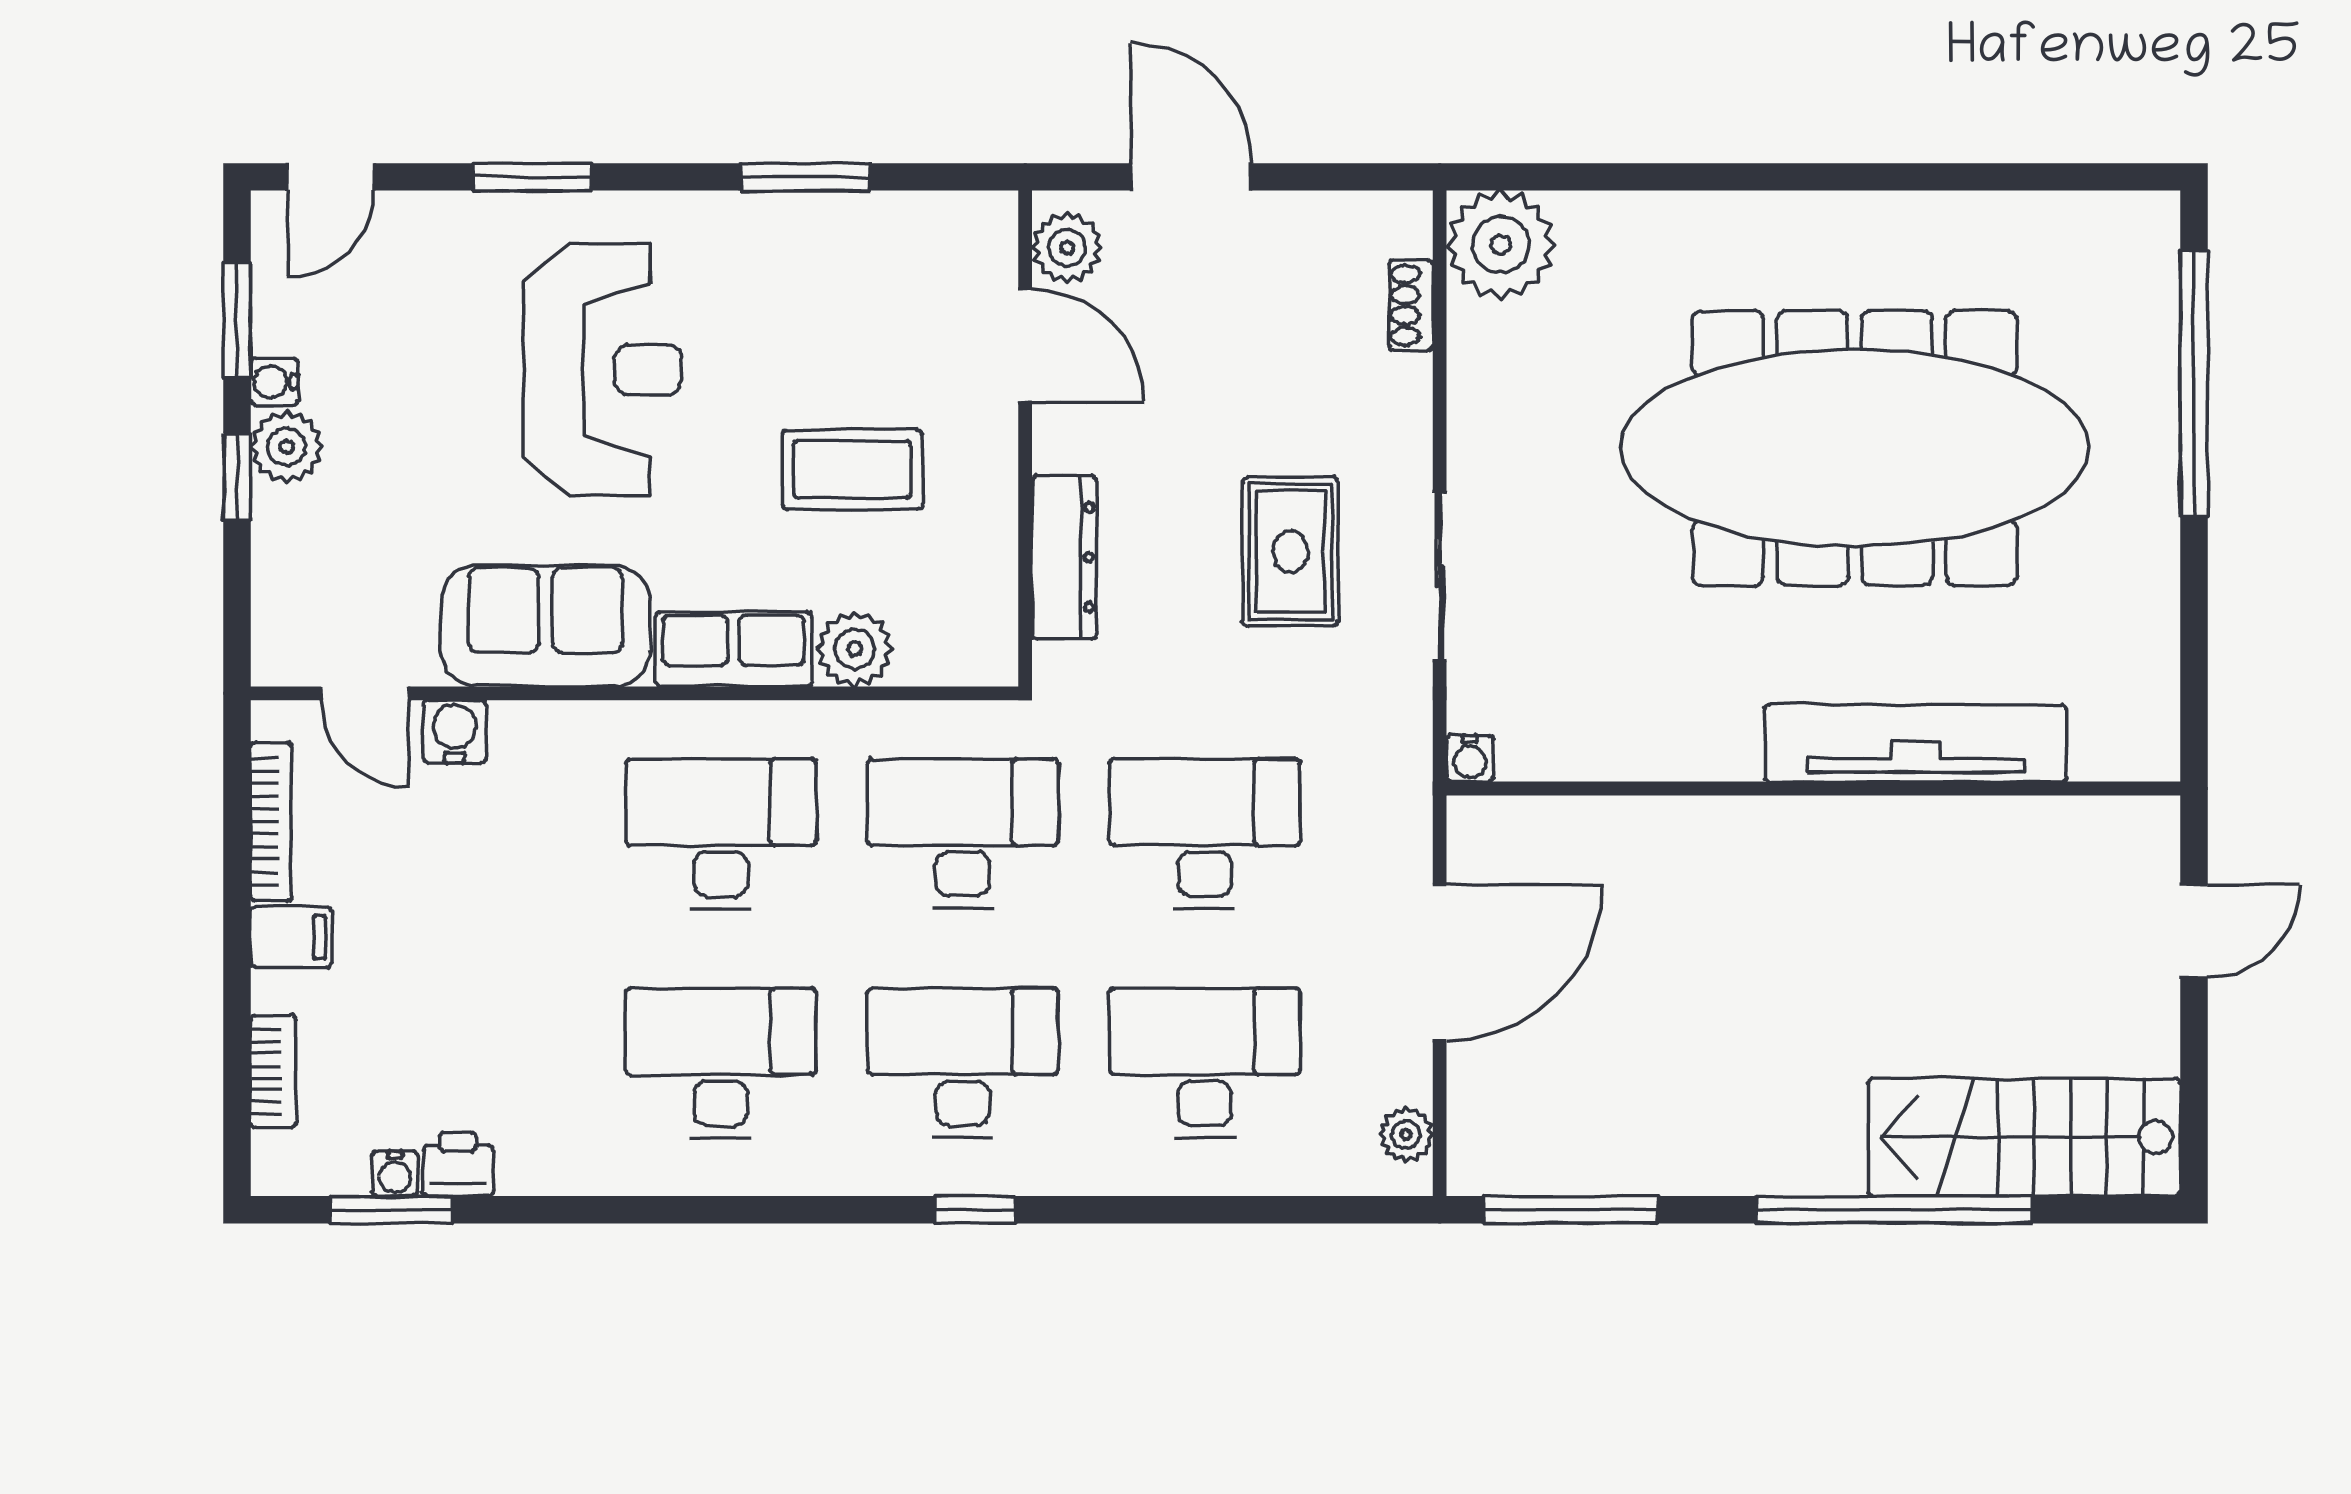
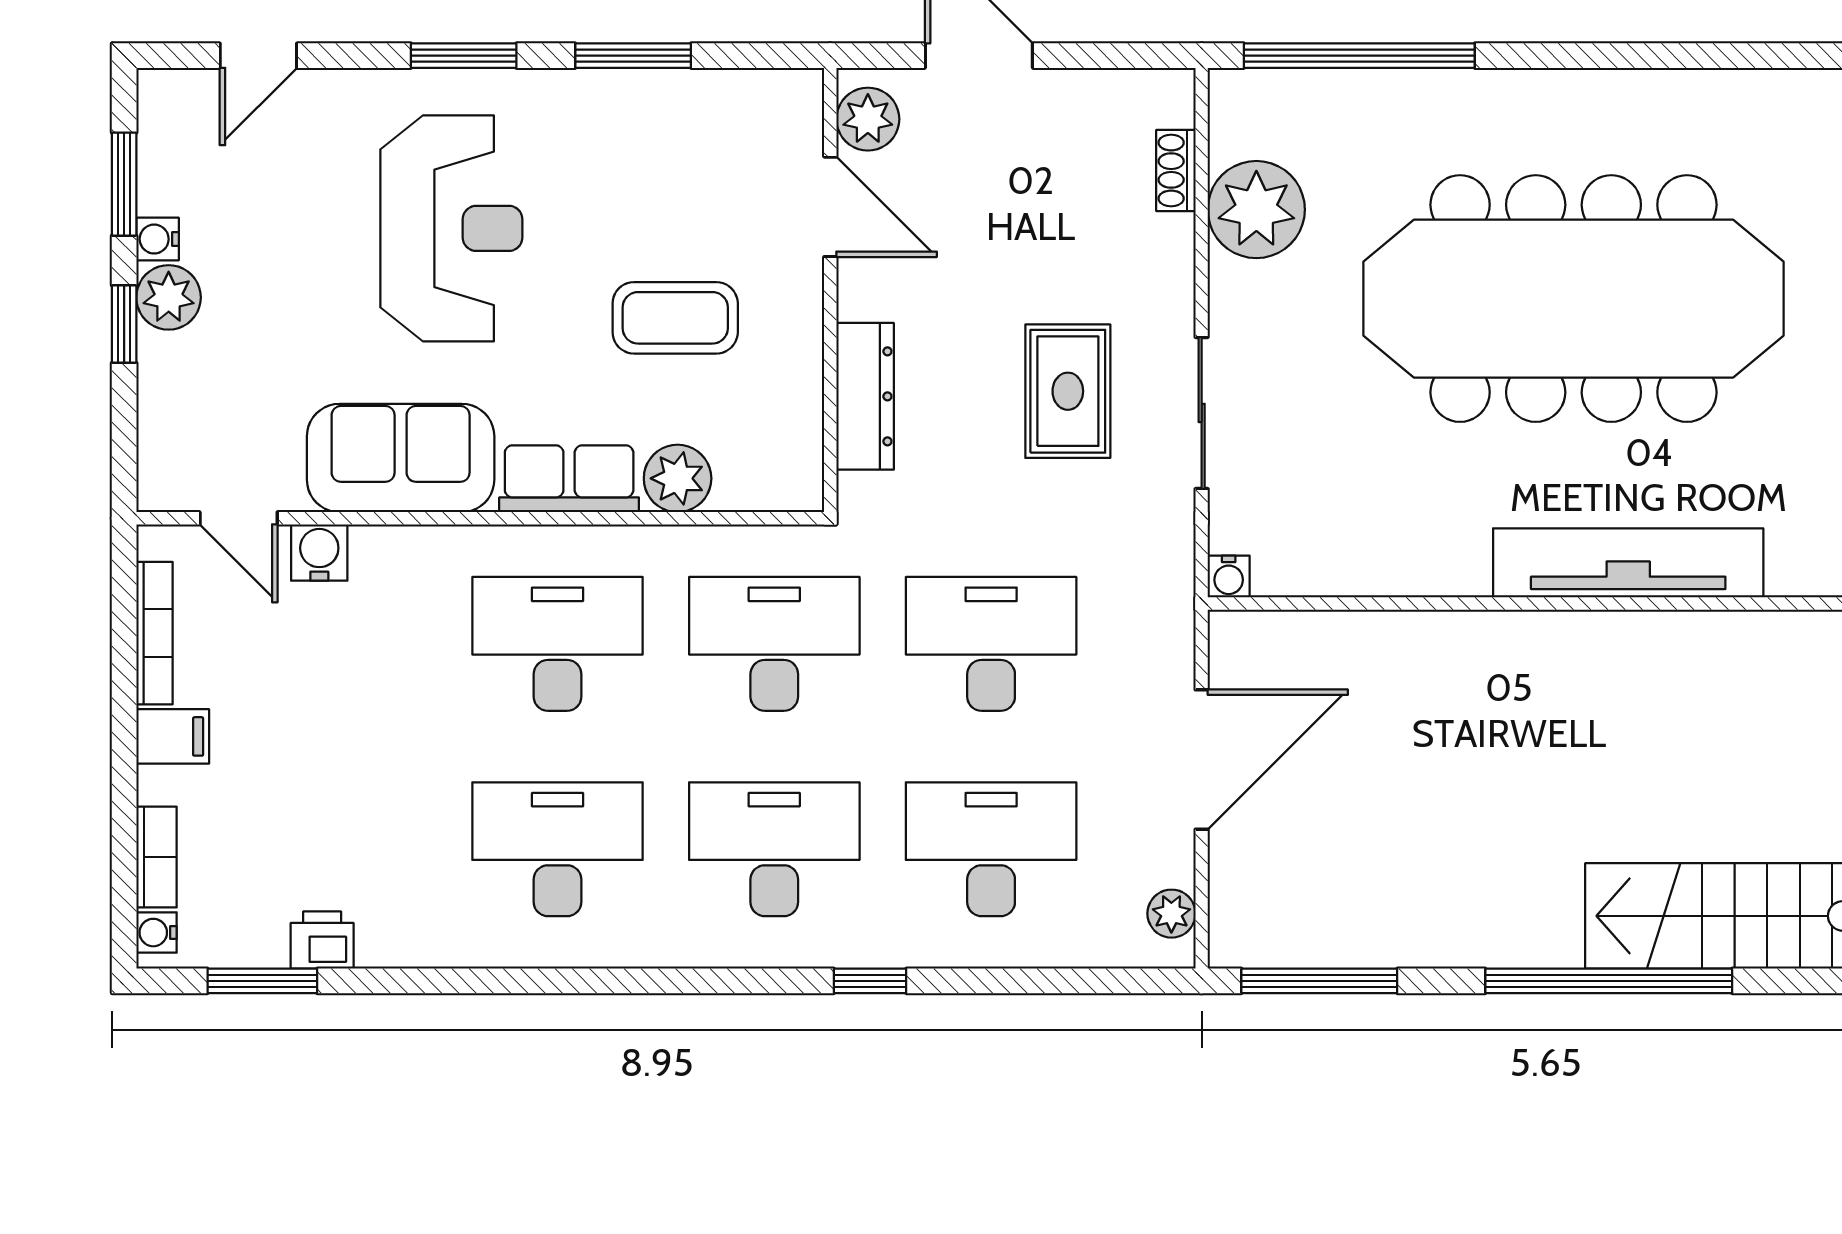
door: (331, 177) -> (258, 56), moved
window: (533, 177) -> (464, 56), moved
window: (1616, 177) -> (1359, 56), added
plant: (1501, 245) -> (1256, 210), moved
water cooler: (395, 1174) -> (156, 933), moved, turned 90
window: (975, 1210) -> (870, 981), moved

